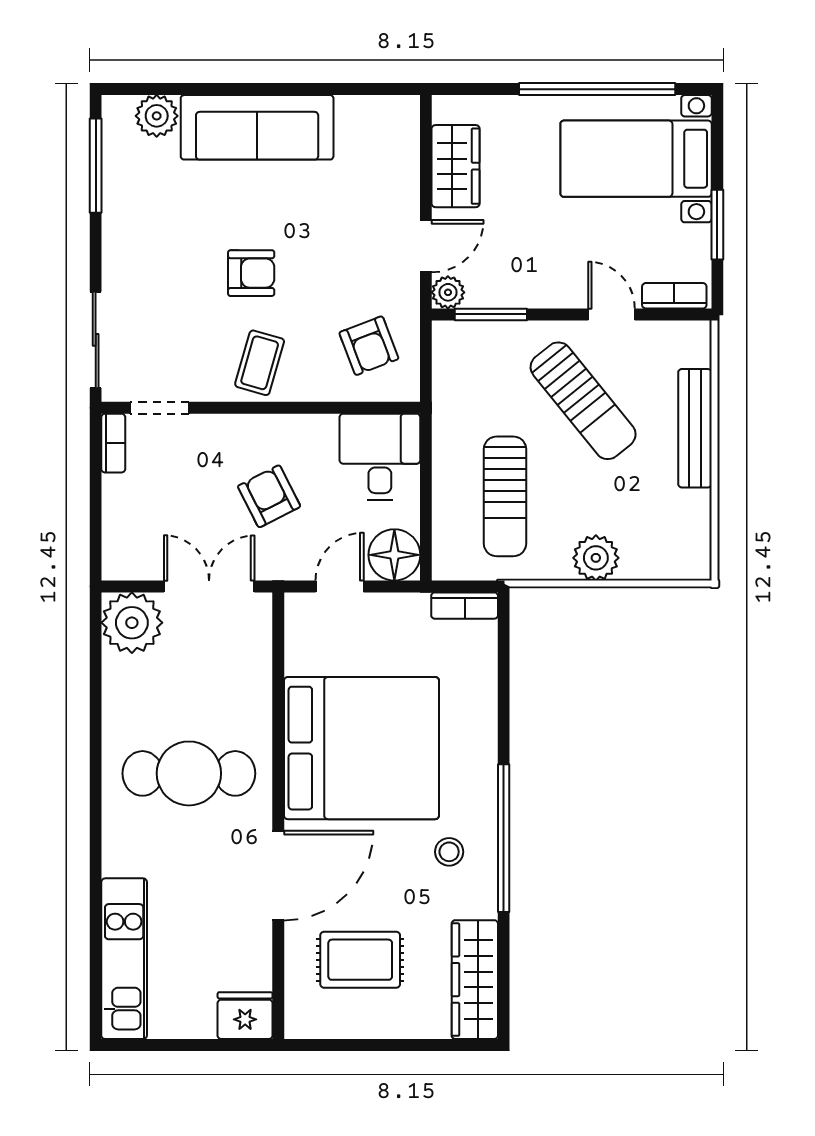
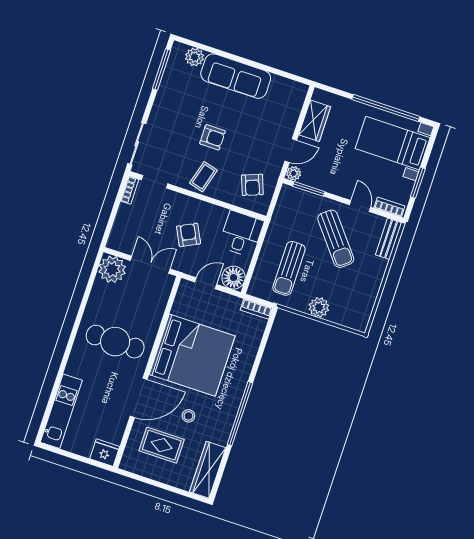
bench: (695, 428) -> (389, 239), moved, width x0.73
stool: (449, 852) -> (188, 416), moved

